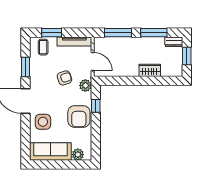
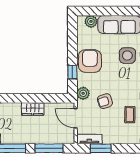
window: (52, 33) -> (101, 148), moved
tv unit: (74, 41) -> (89, 139), width x0.71
coffee table: (43, 47) -> (130, 115), moved
wardrobe: (150, 70) -> (33, 109), moved

